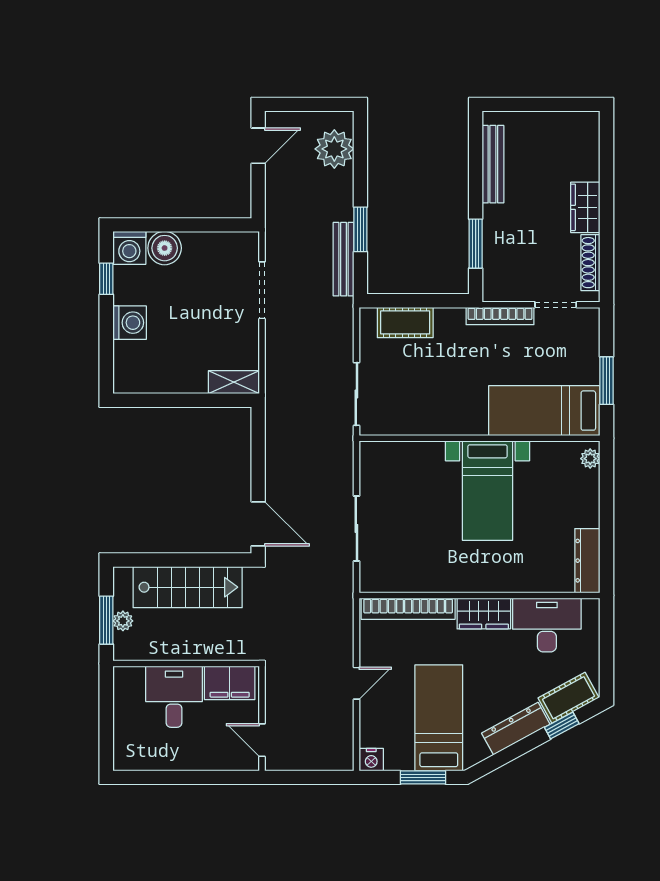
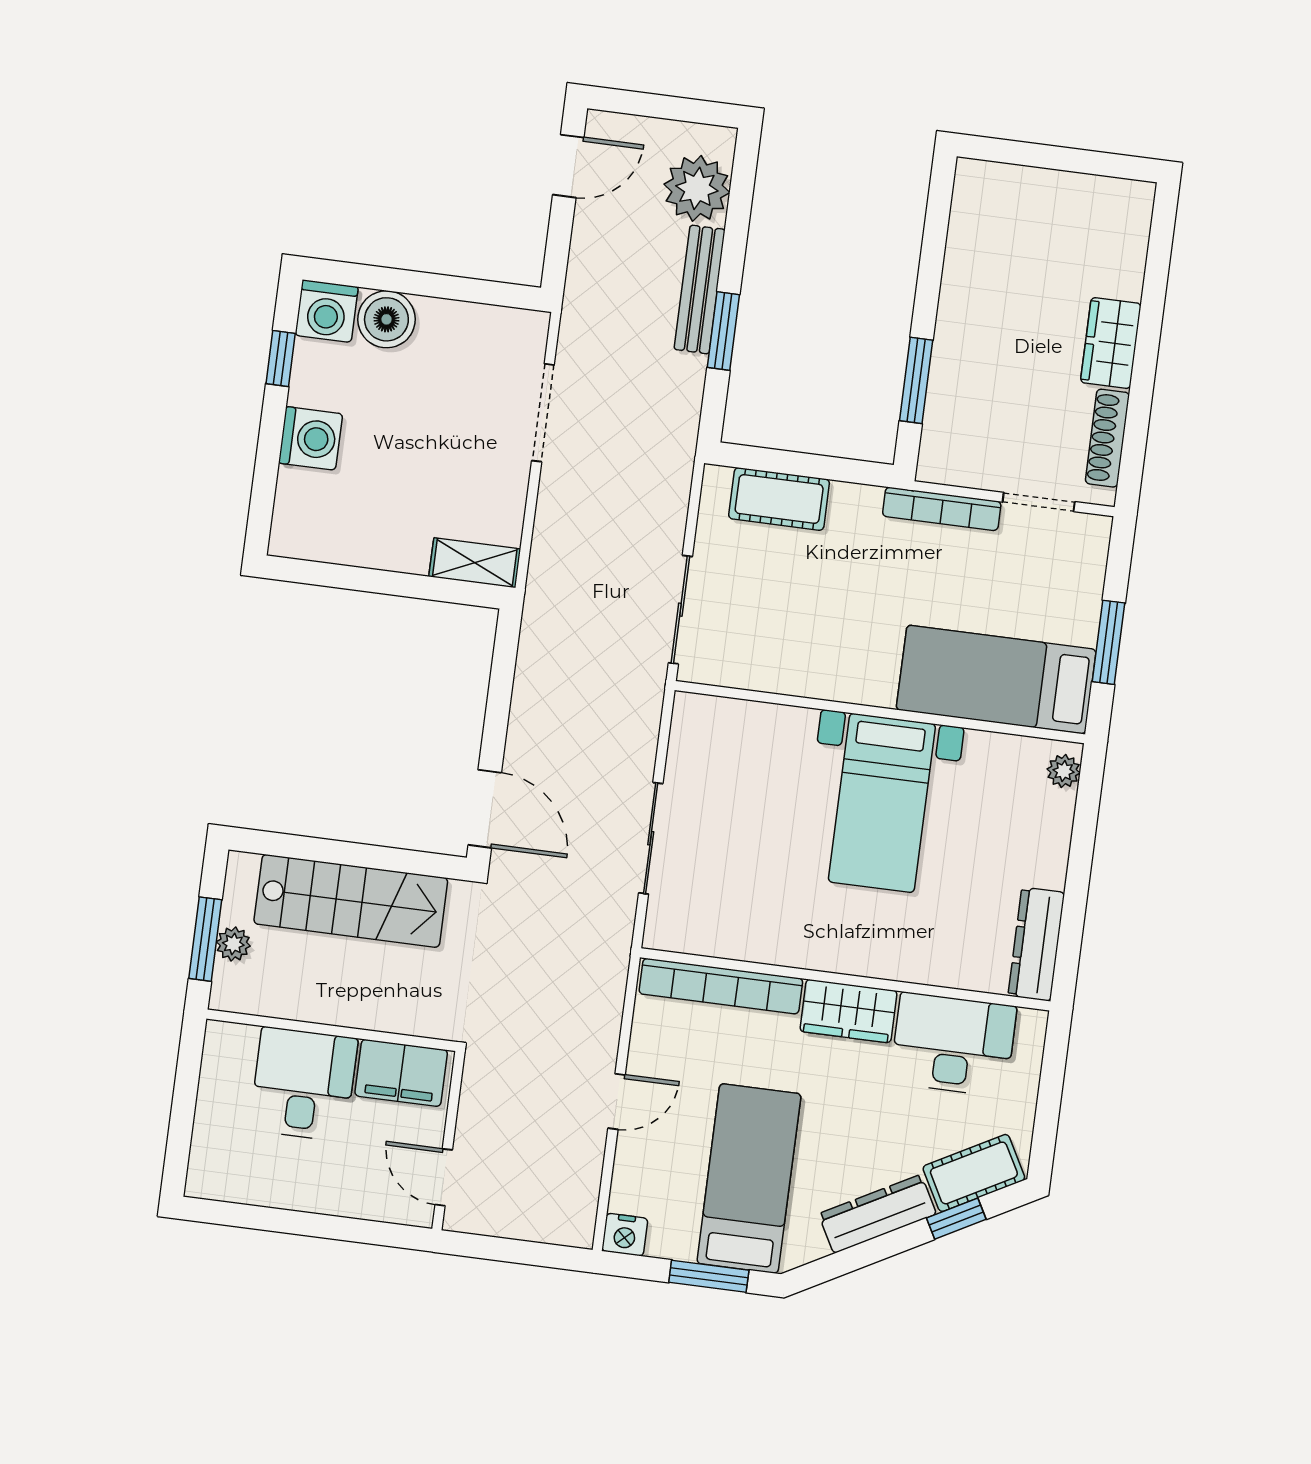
bench: (493, 164) -> (963, 249), removed
bench: (344, 259) -> (700, 289), moved

